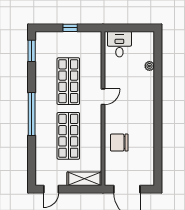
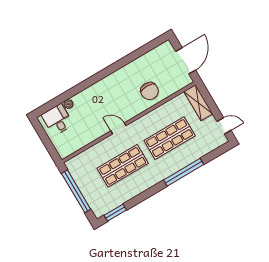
window: (70, 28) -> (76, 191), width x3.17
desk: (119, 44) -> (57, 120), moved, turned 90
window: (32, 114) -> (184, 172), moved

